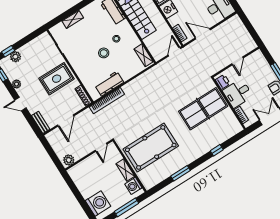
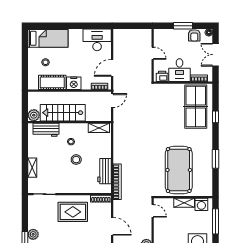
door: (174, 52) -> (112, 101), swing flipped
rug: (57, 79) -> (73, 212), turned 90
table tennis table: (203, 109) -> (196, 107), moved

